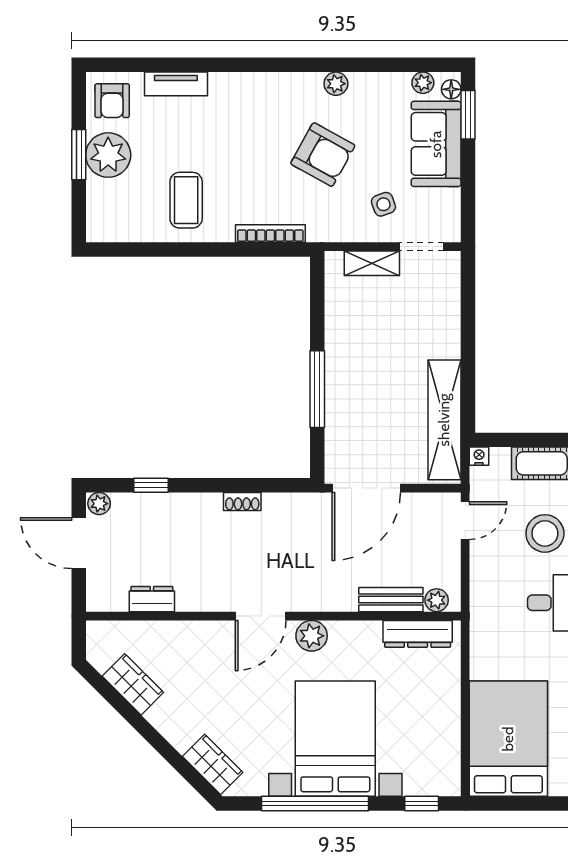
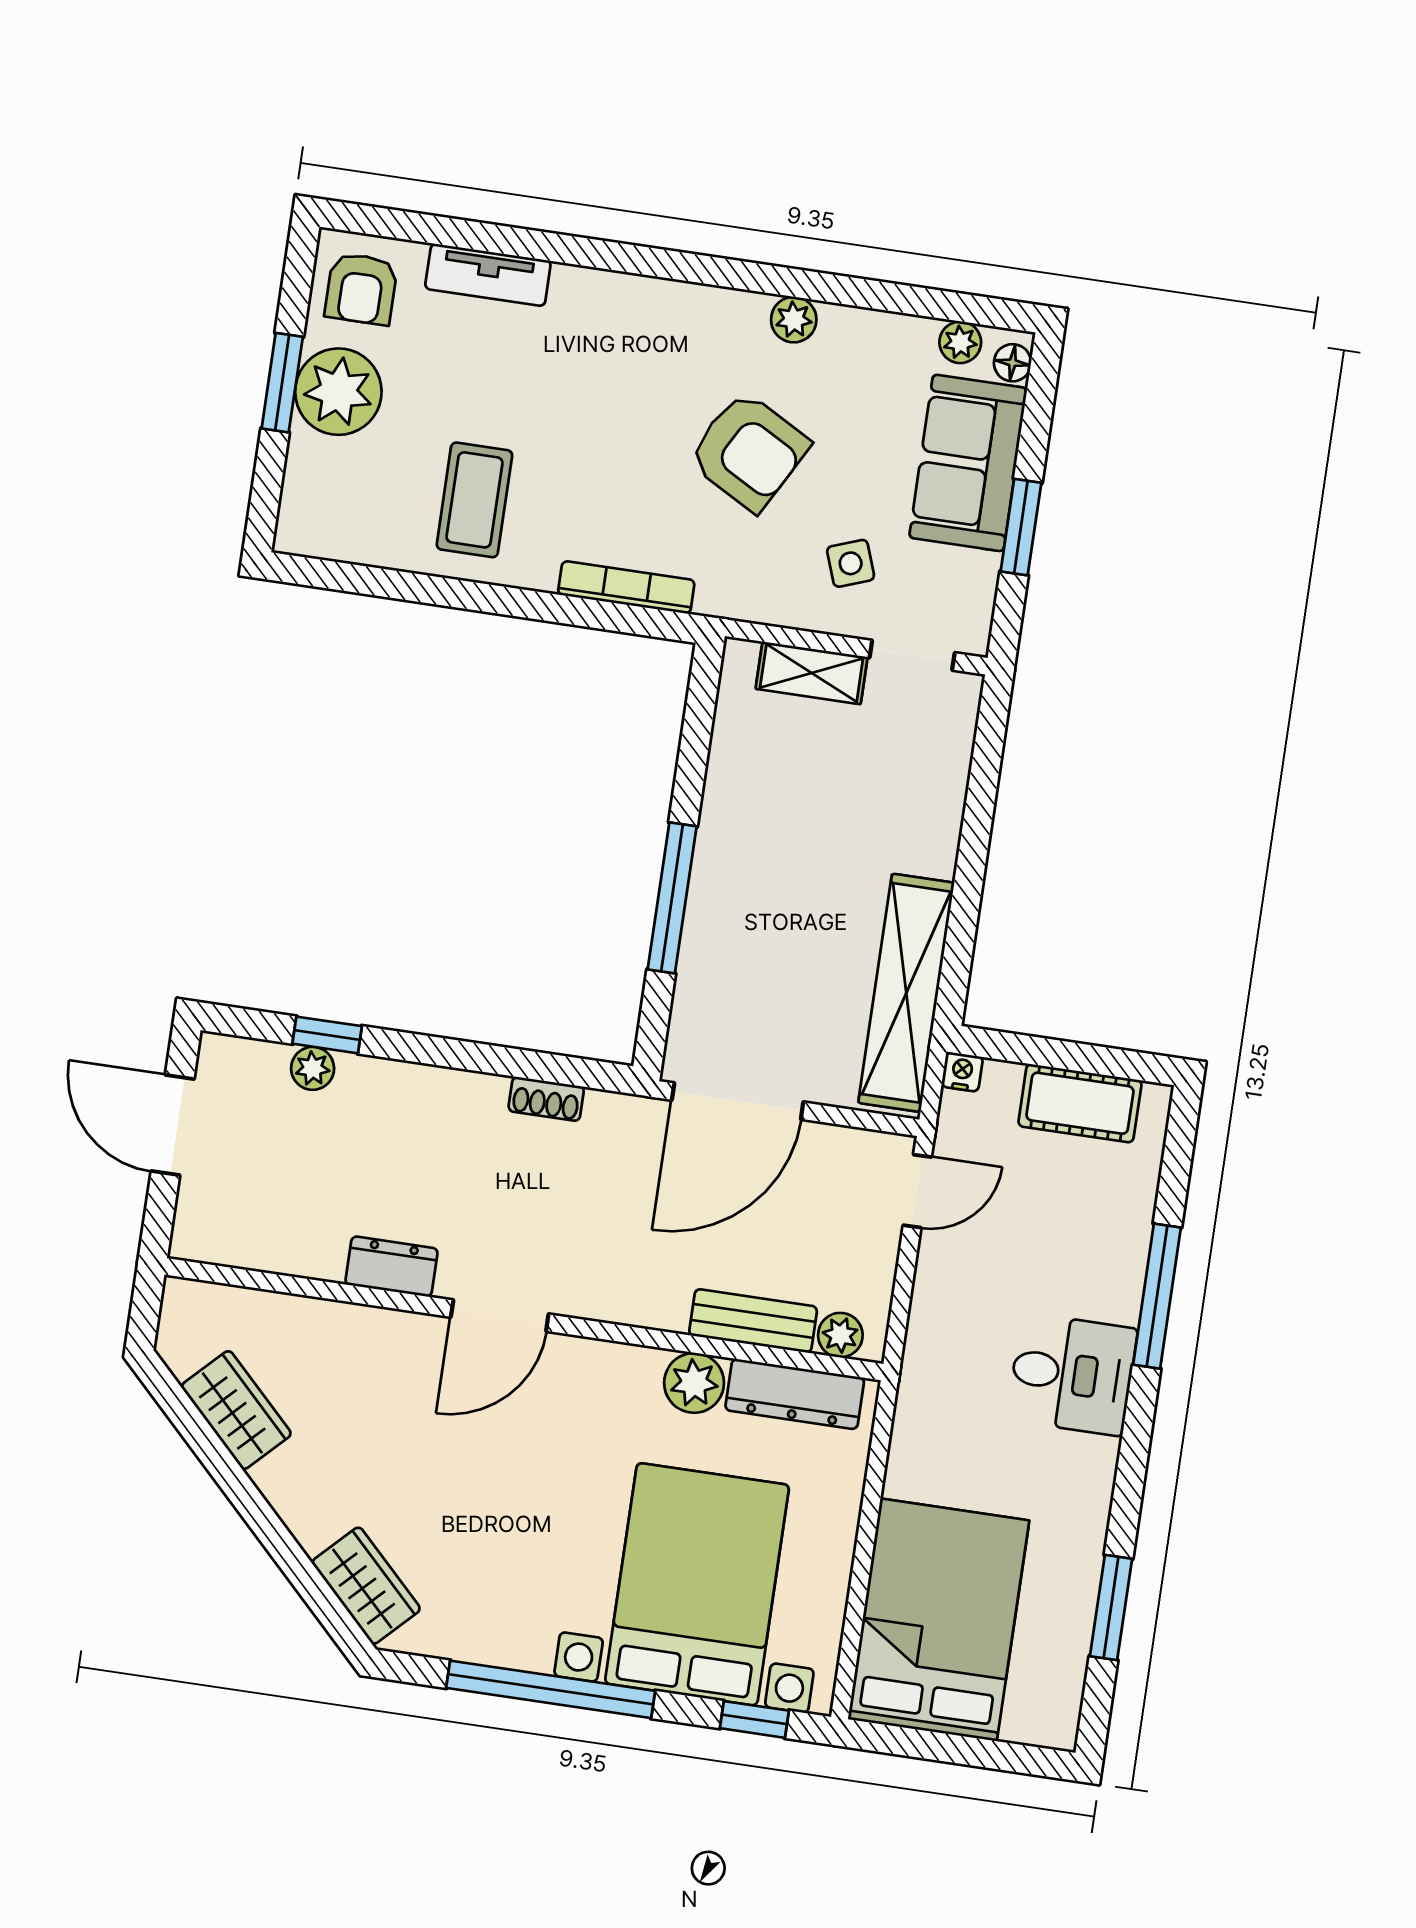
window: (468, 115) -> (1021, 527), moved
shoe rack: (242, 502) -> (546, 1099), moved
plant: (99, 504) -> (313, 1068), moved
stool: (545, 533) -> (1066, 1238), removed
dresser: (152, 599) -> (391, 1267), moved
plant: (312, 636) -> (694, 1383), moved
bed with nightstands: (335, 739) -> (697, 1584), moved

